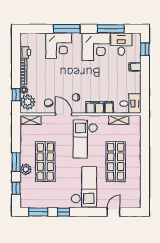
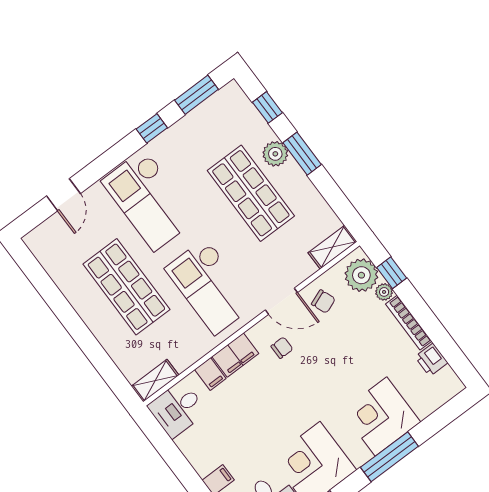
shelving: (119, 120) -> (155, 381), moved
checkout: (85, 139) -> (210, 286), turned 180

